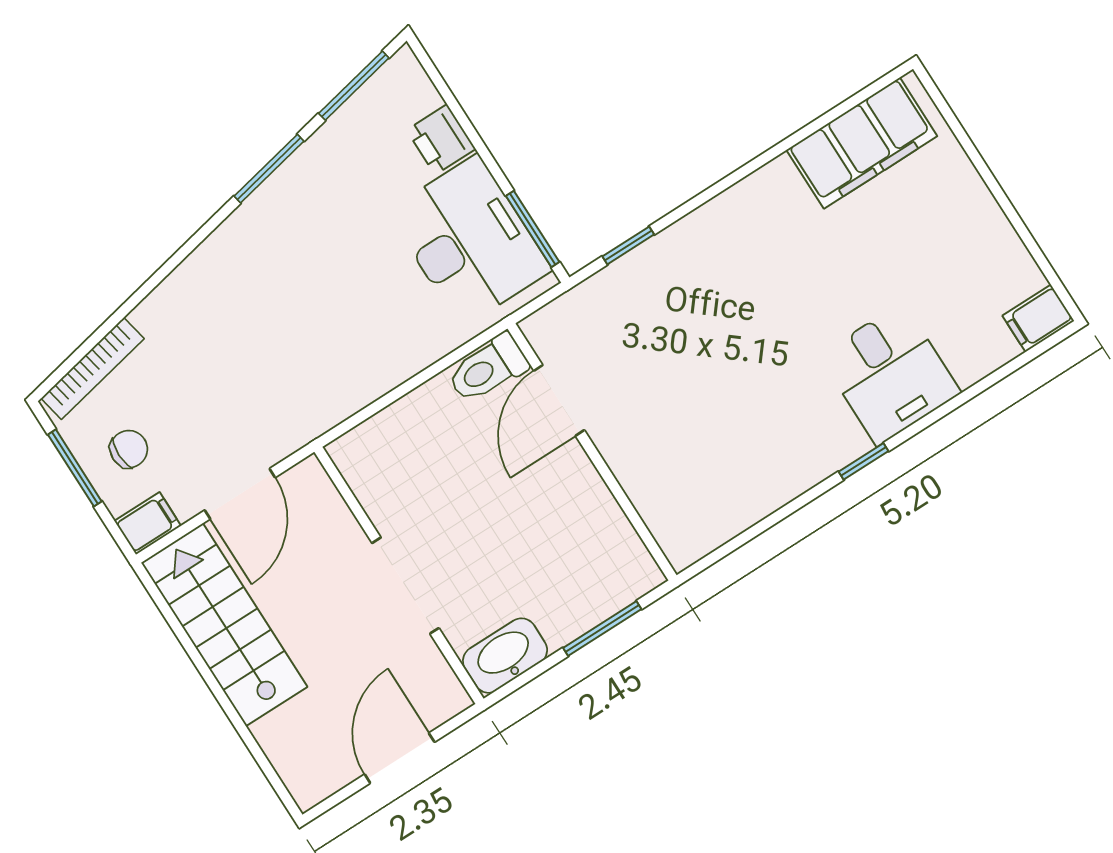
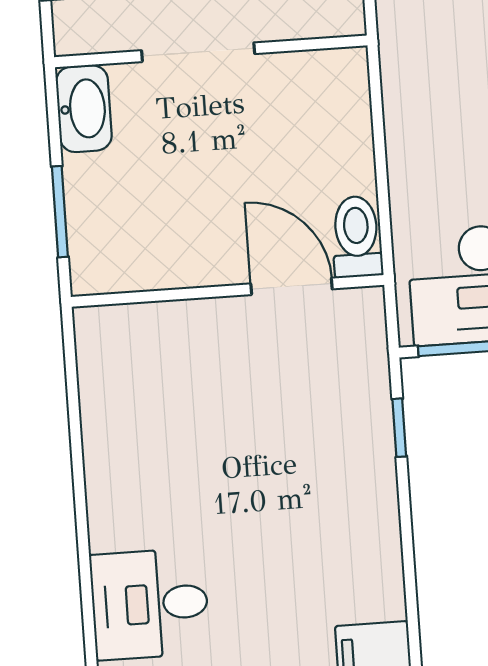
window: (863, 461) -> (83, 536), removed

